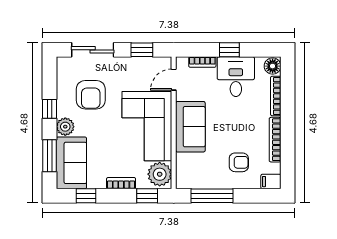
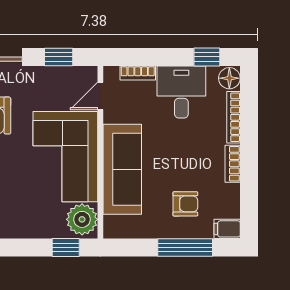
window: (229, 50) -> (207, 57), moved
sofa: (190, 127) -> (122, 169), width x1.36
bookcase: (275, 140) -> (233, 164), width x0.64
bookcase: (121, 183) -> (32, 231), removed
window: (212, 196) -> (185, 248), moved

